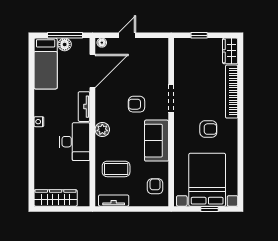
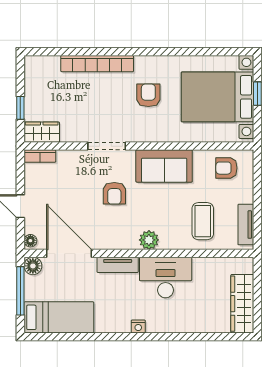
floor lamp: (65, 44) -> (33, 266), moved
bookcase: (164, 50) -> (40, 156), added
wardrobe: (230, 51) -> (42, 132), moved, turned 180

